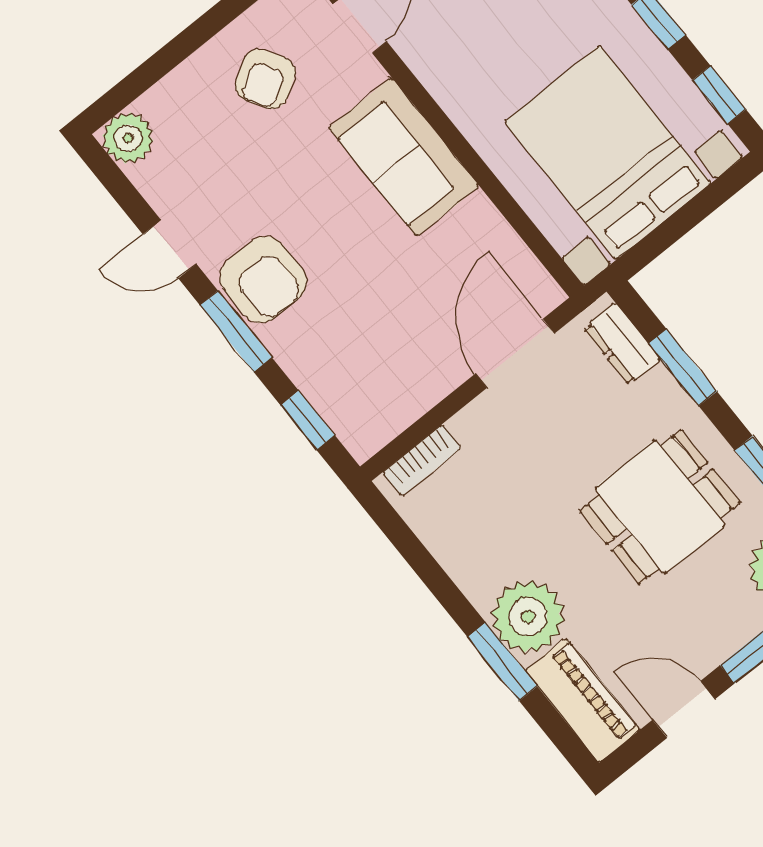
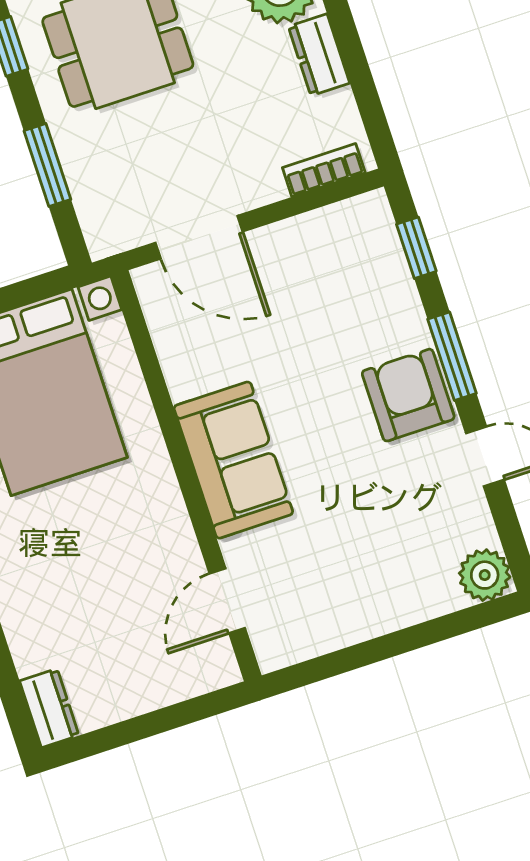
armchair: (265, 79) -> (335, 582), removed
dresser: (622, 344) -> (319, 55), moved, turned 180
door: (515, 353) -> (199, 237), hinge flipped

